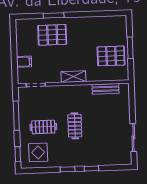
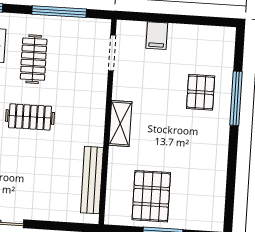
window: (54, 15) -> (236, 98), width x1.44
pallet: (52, 35) -> (201, 92), width x0.67, depth x0.71
bench: (106, 89) -> (92, 180), width x1.36

